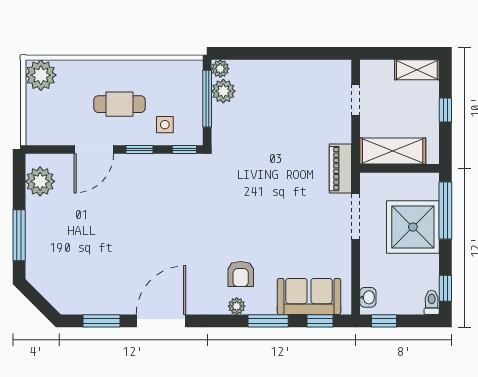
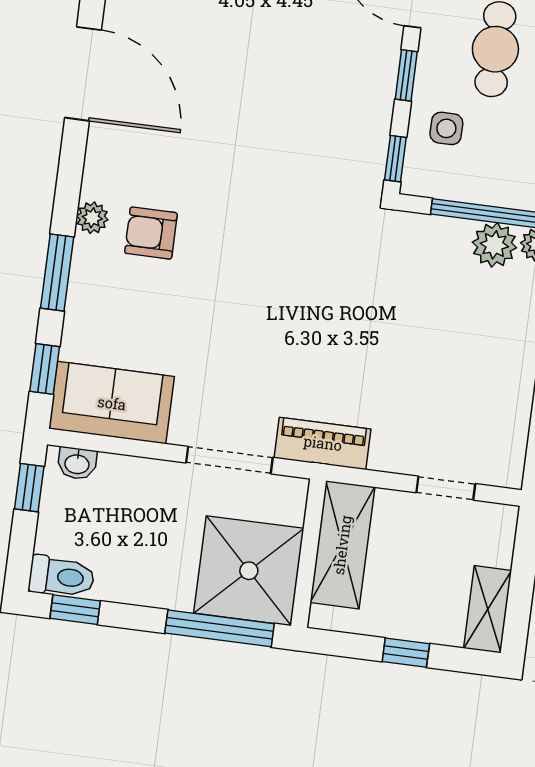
shower: (413, 227) -> (249, 571), moved
sofa: (309, 296) -> (112, 403), moved, turned -90
toilet: (432, 302) -> (62, 577), width x1.37, depth x1.39

